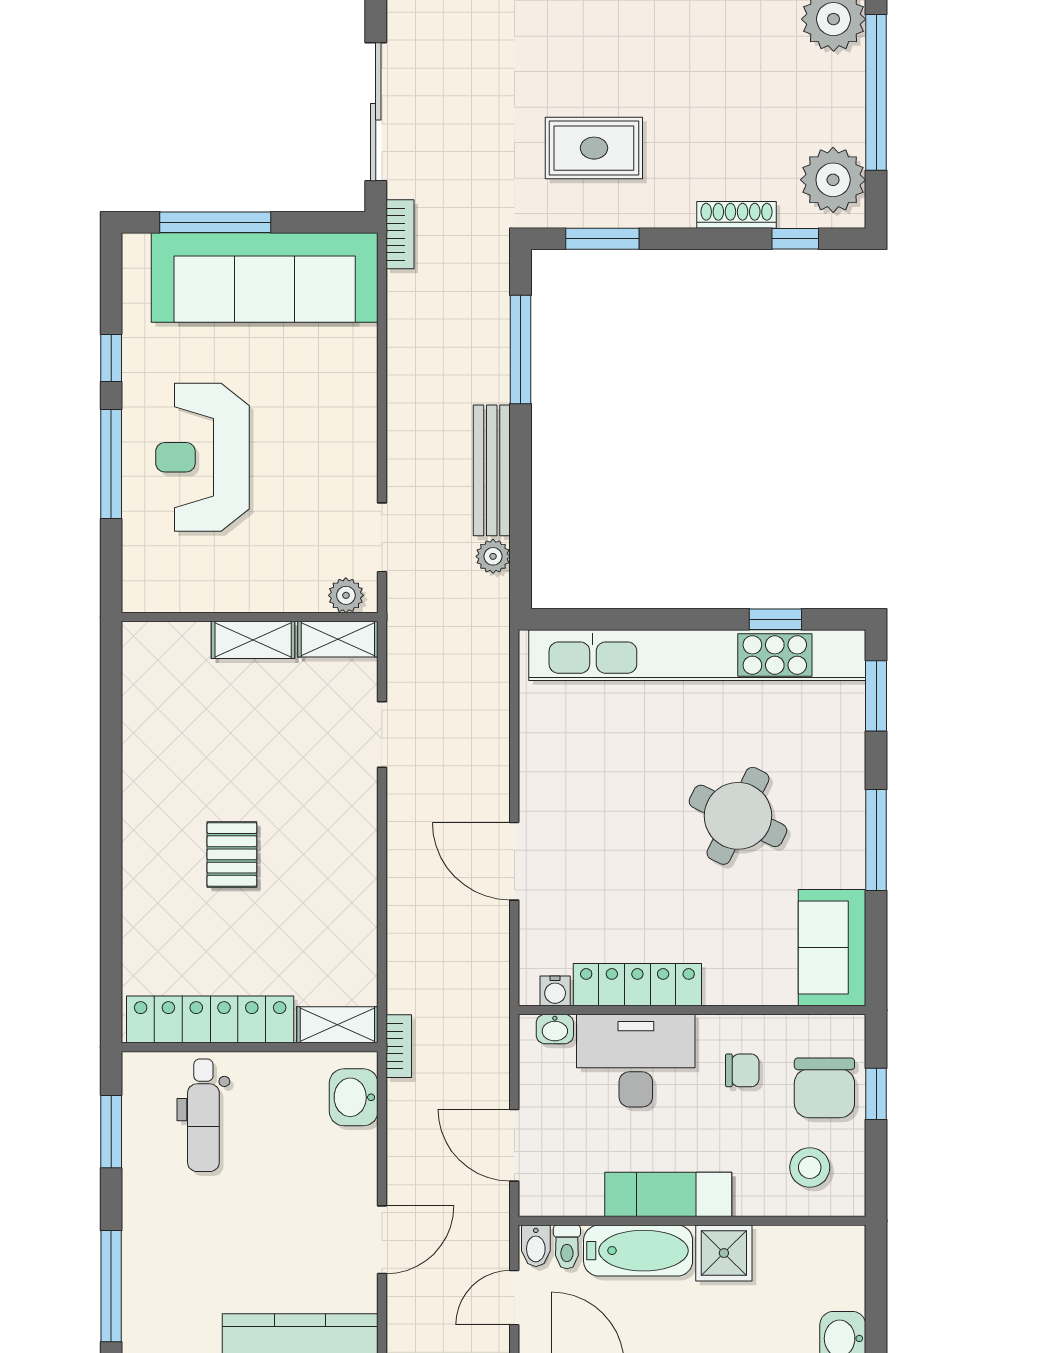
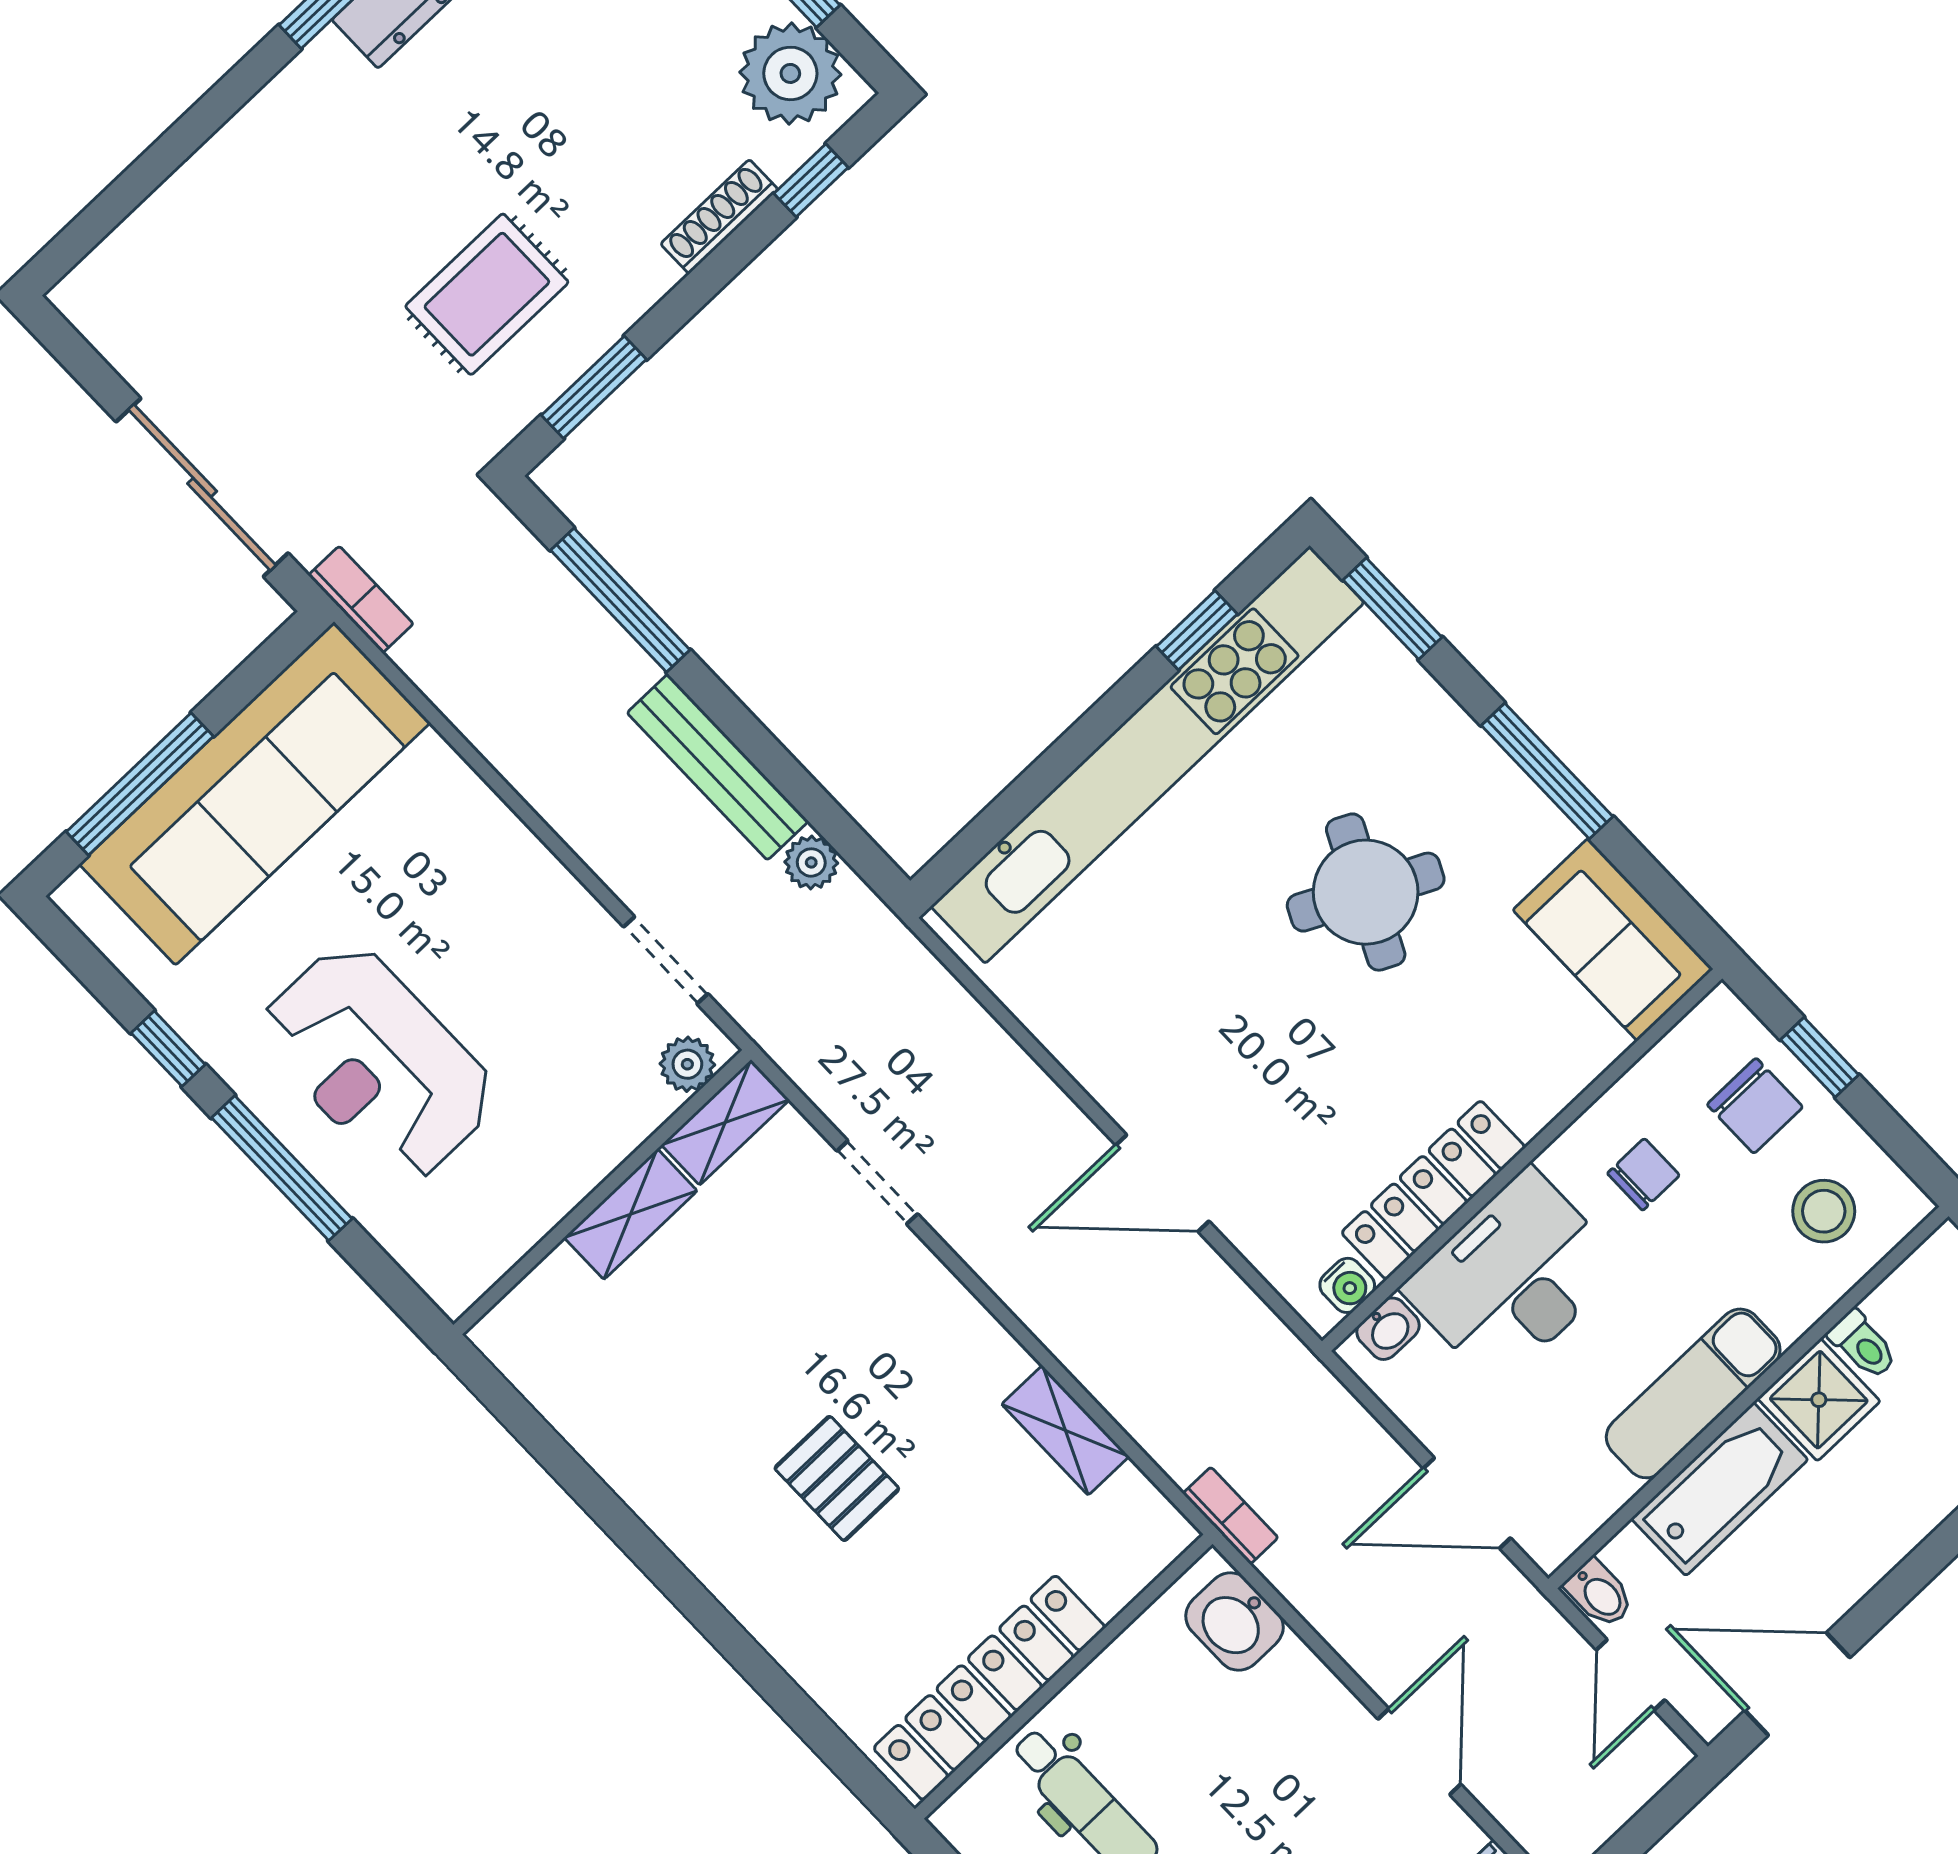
shelving: (337, 1025) -> (1065, 1430), moved, turned 90
chair: (824, 1088) -> (1755, 1106), width x0.73, depth x0.73
toilet: (567, 1247) -> (1863, 1345), moved

